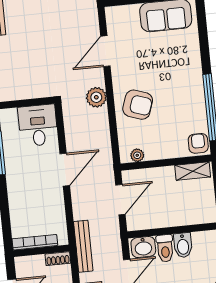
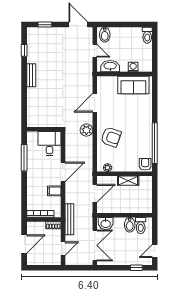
shelving: (193, 171) -> (128, 181), moved
filing cabinet: (54, 202) -> (54, 191), added
toilet: (165, 248) -> (141, 226), moved

